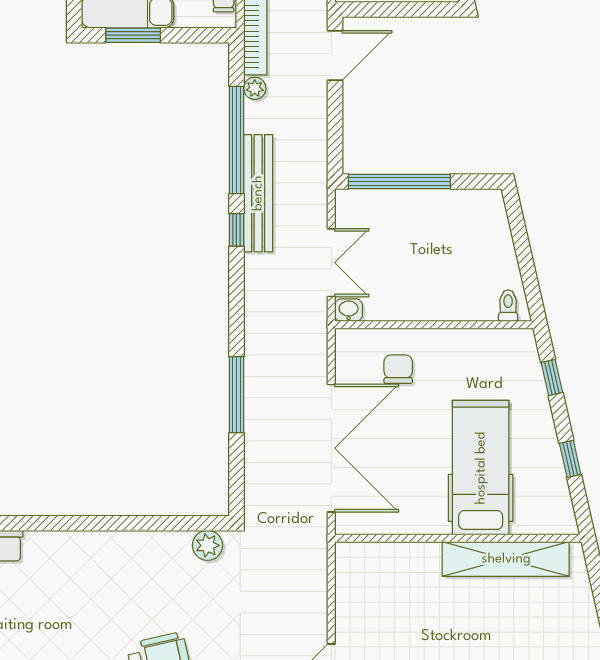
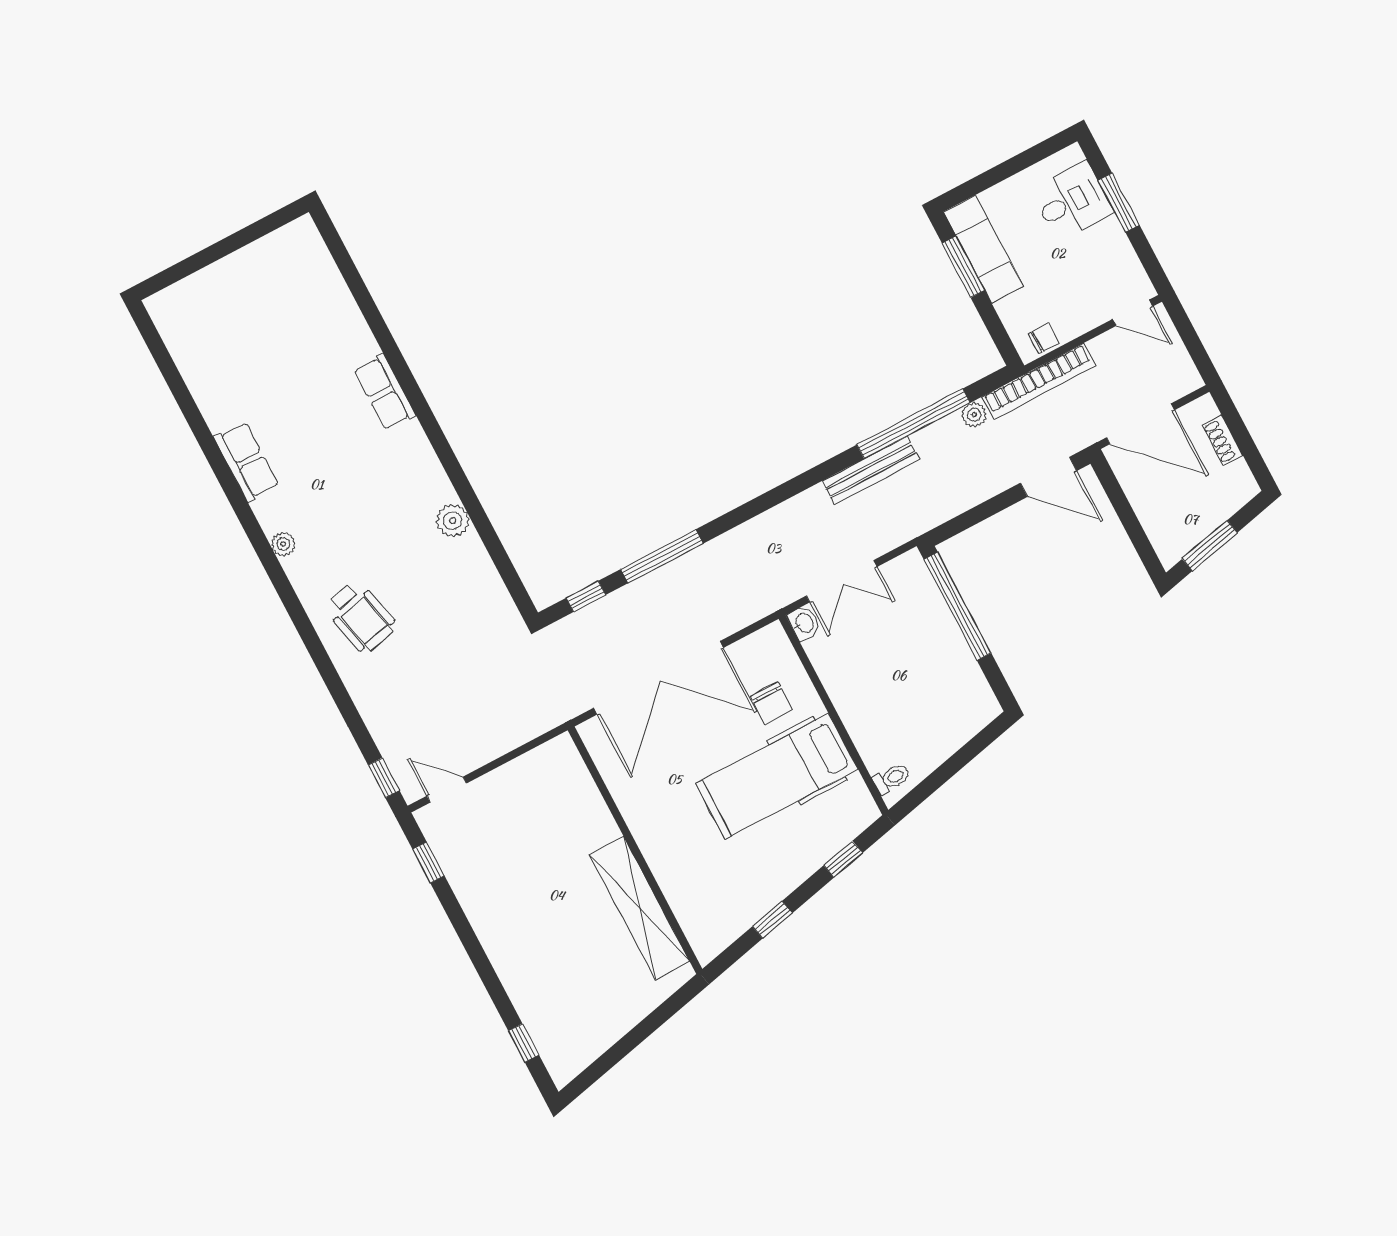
bench: (258, 193) -> (871, 470), width x0.73, depth x0.82
window: (236, 230) -> (586, 596), moved
chair: (398, 369) -> (771, 703), turned 90
hospital bed: (481, 468) -> (777, 776), moved, turned 180
plant: (207, 545) -> (453, 521), moved

